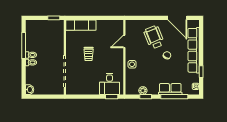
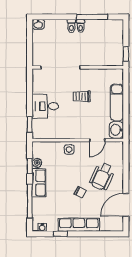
exam couch: (81, 25) -> (117, 102), moved
washbasin: (116, 26) -> (116, 130), added
wheelchair: (154, 37) -> (102, 176), turned 137
door: (124, 41) -> (97, 140), swing flipped
row of seats: (194, 50) -> (79, 225), width x0.73
desk: (110, 84) -> (45, 106), moved
row of seats: (170, 89) -> (39, 183), moved

